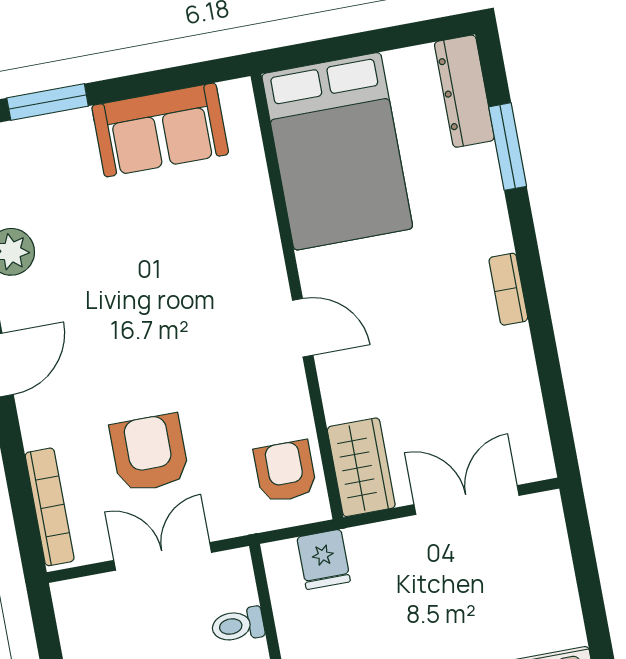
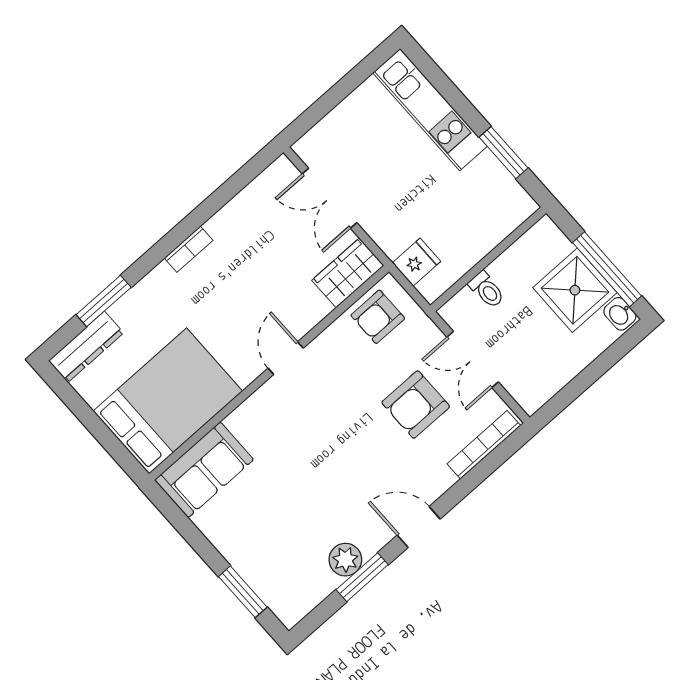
sofa: (160, 130) -> (204, 470), moved, turned 90

